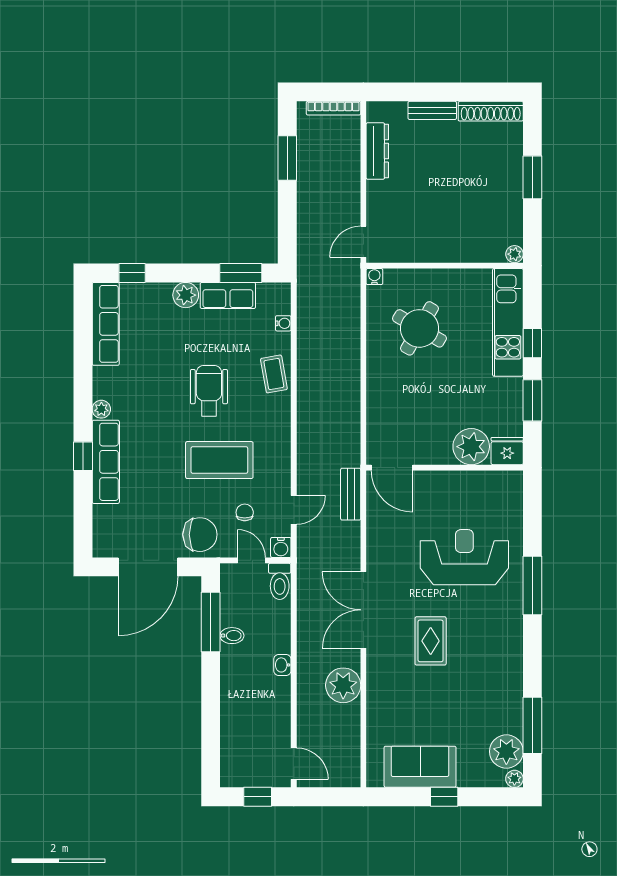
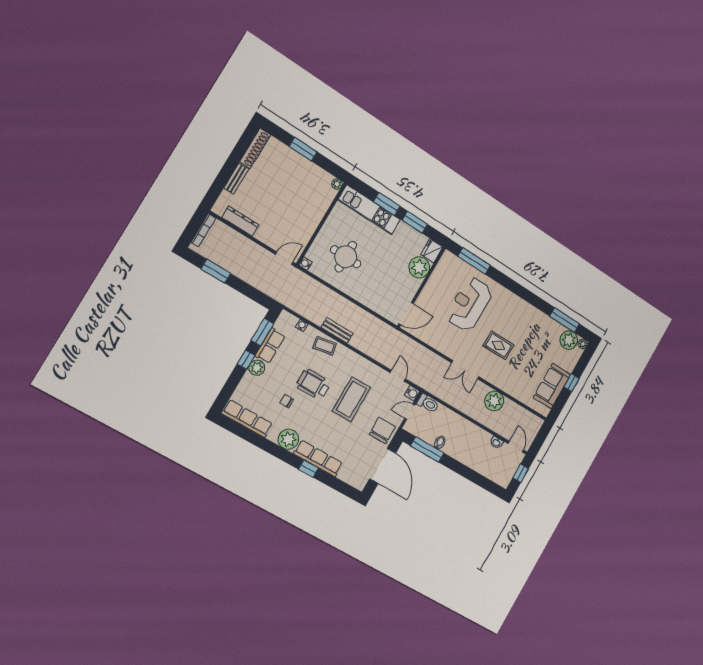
door: (363, 242) -> (284, 258), swing flipped
window: (132, 273) -> (246, 360), moved
round table: (419, 328) -> (346, 257), turned -30
window: (532, 343) -> (387, 204), width x1.50
plant: (101, 409) -> (288, 439), width x1.87, depth x1.87
bench: (351, 494) -> (337, 330), moved
chair: (245, 512) -> (287, 401), moved
window: (532, 586) -> (474, 261), moved
double door: (363, 610) -> (465, 370), width x0.73
washbasin: (282, 665) -> (496, 443), moved
door: (294, 764) -> (516, 447), hinge flipped

